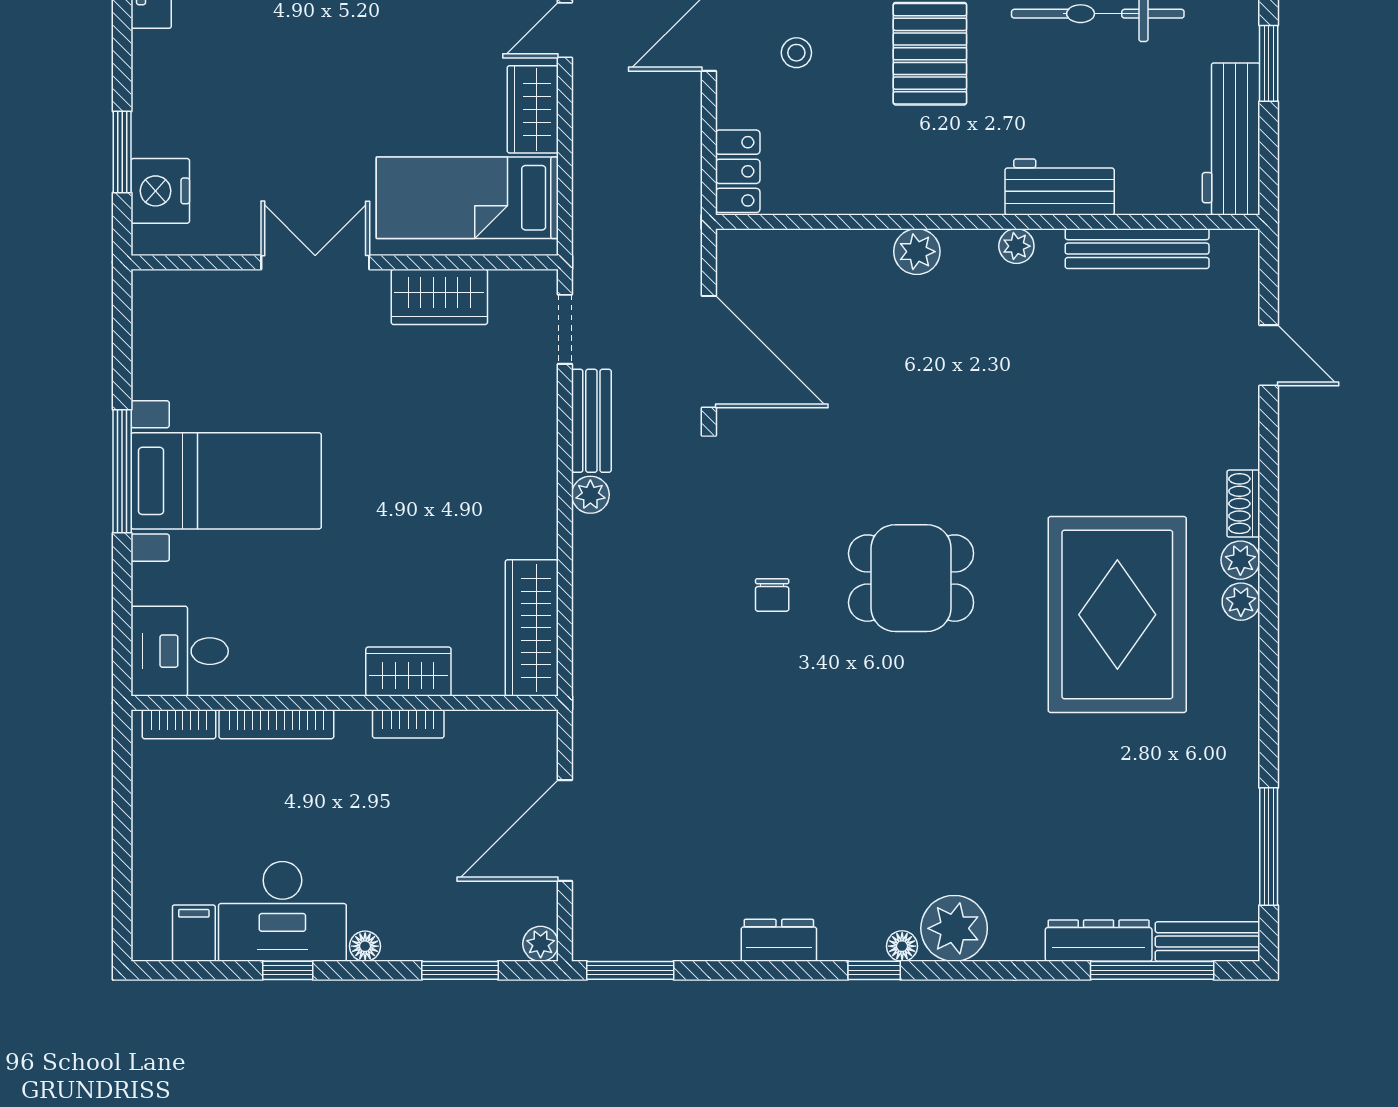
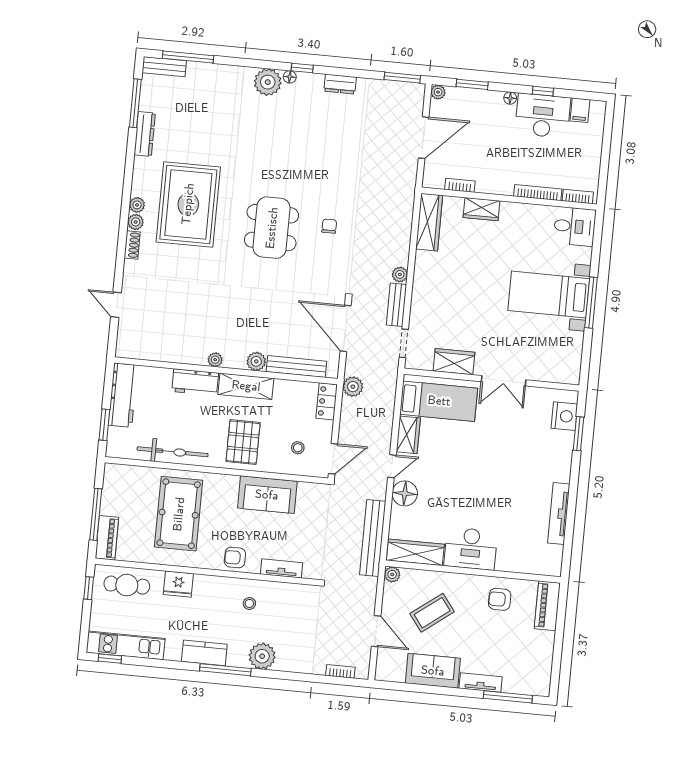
shelving: (936, 189) -> (246, 386), added
plant: (678, 213) -> (353, 387), added
bench: (1137, 249) -> (296, 366), moved
dining table: (911, 578) -> (272, 228), width x1.38
bookcase: (408, 724) -> (460, 185), moved
dresser: (1099, 941) -> (145, 134), moved, turned -90

